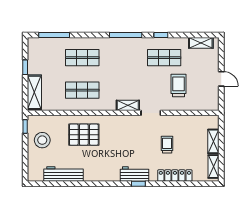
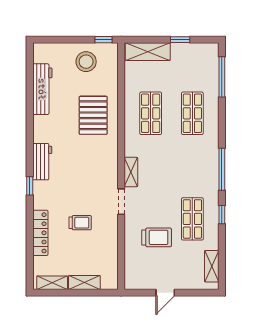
workbench: (134, 174) -> (42, 162), moved

